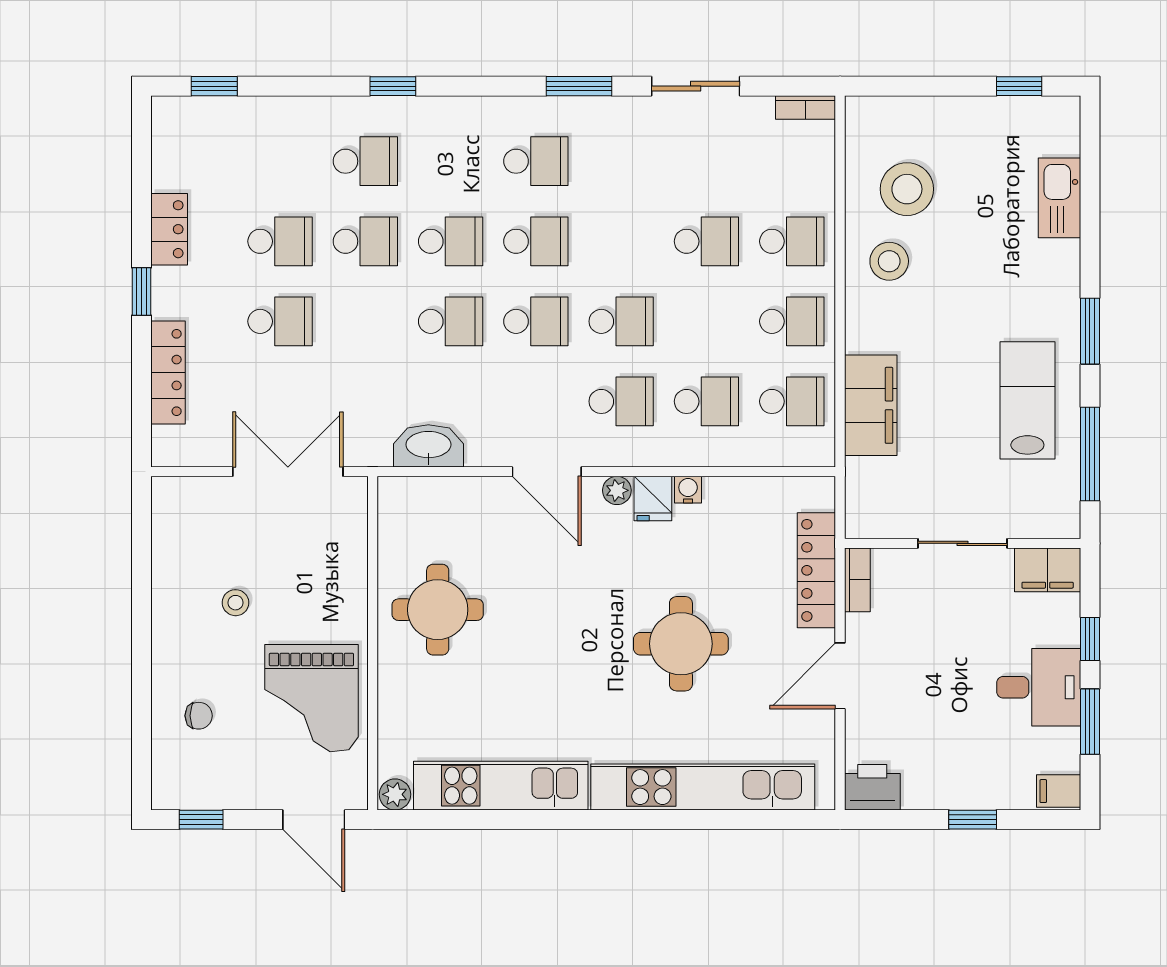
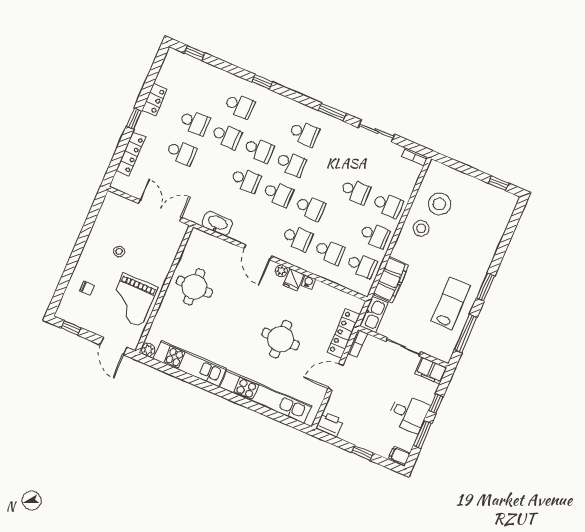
kitchen sink: (1059, 198) -> (374, 314), moved, turned 180

